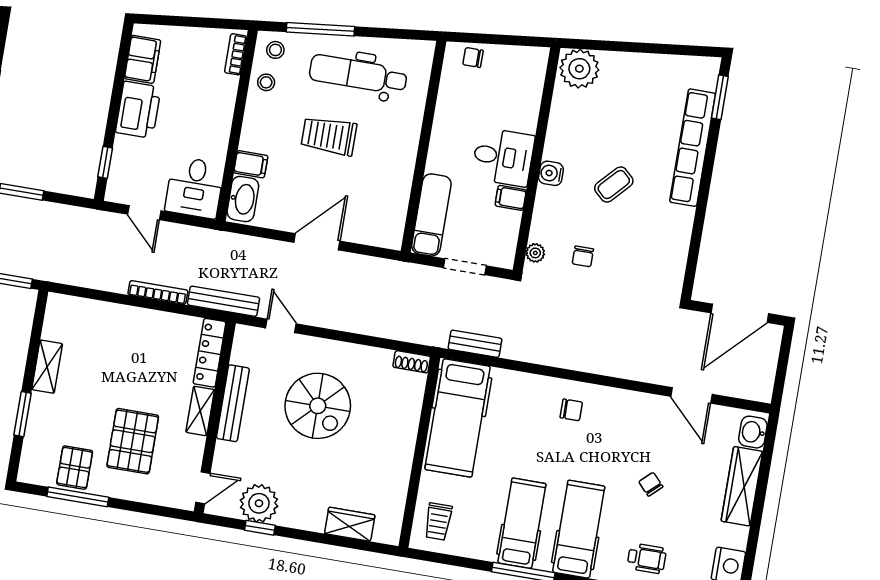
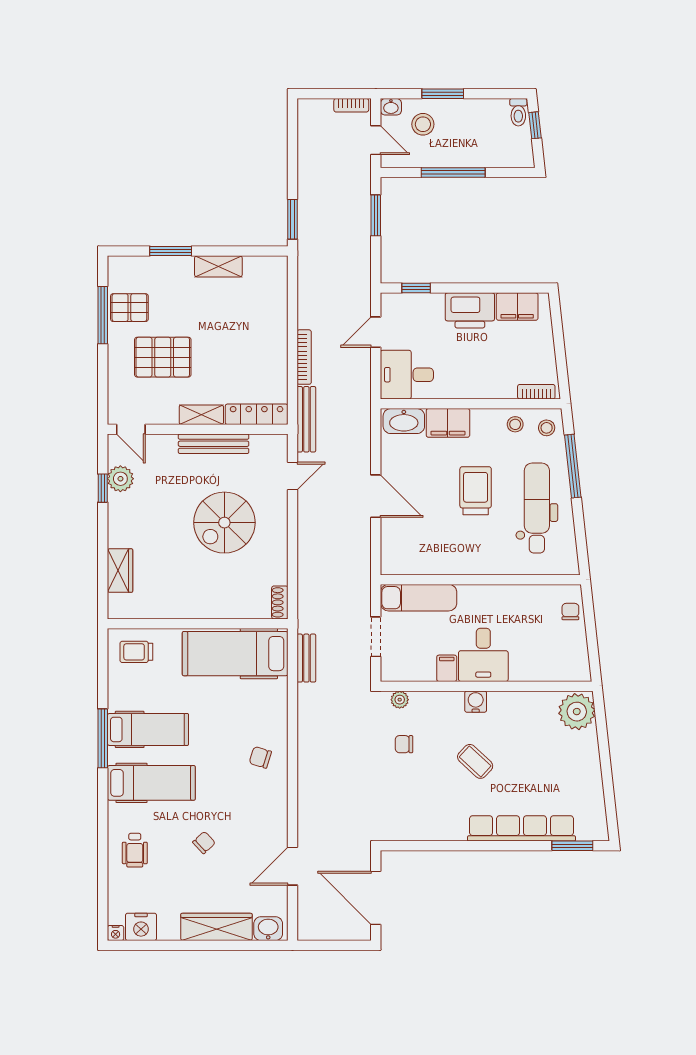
filing cabinet: (251, 164) -> (448, 423), width x2.00
chair: (571, 410) -> (260, 757), turned 107
plant: (259, 503) -> (120, 479), width x0.73, depth x0.73

